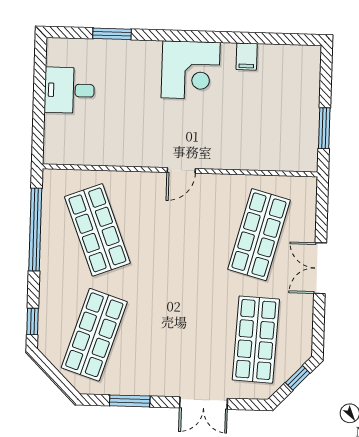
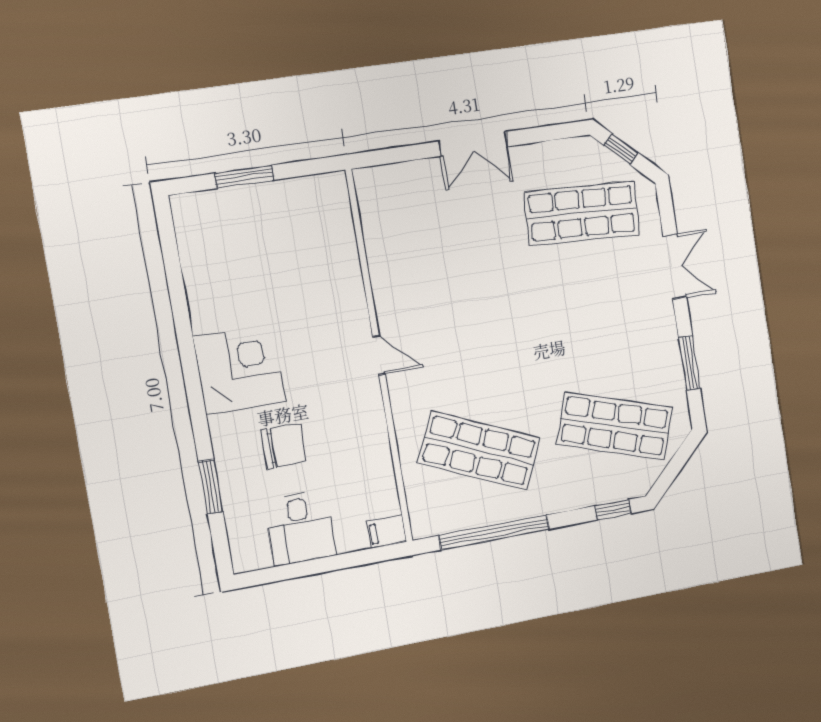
filing cabinet: (247, 57) -> (386, 532), moved, turned 180
chair: (130, 90) -> (284, 446), added
window: (324, 128) -> (244, 177), moved
shop shelf: (97, 230) -> (479, 451), turned 45
shop shelf: (259, 235) -> (444, 234), removed

